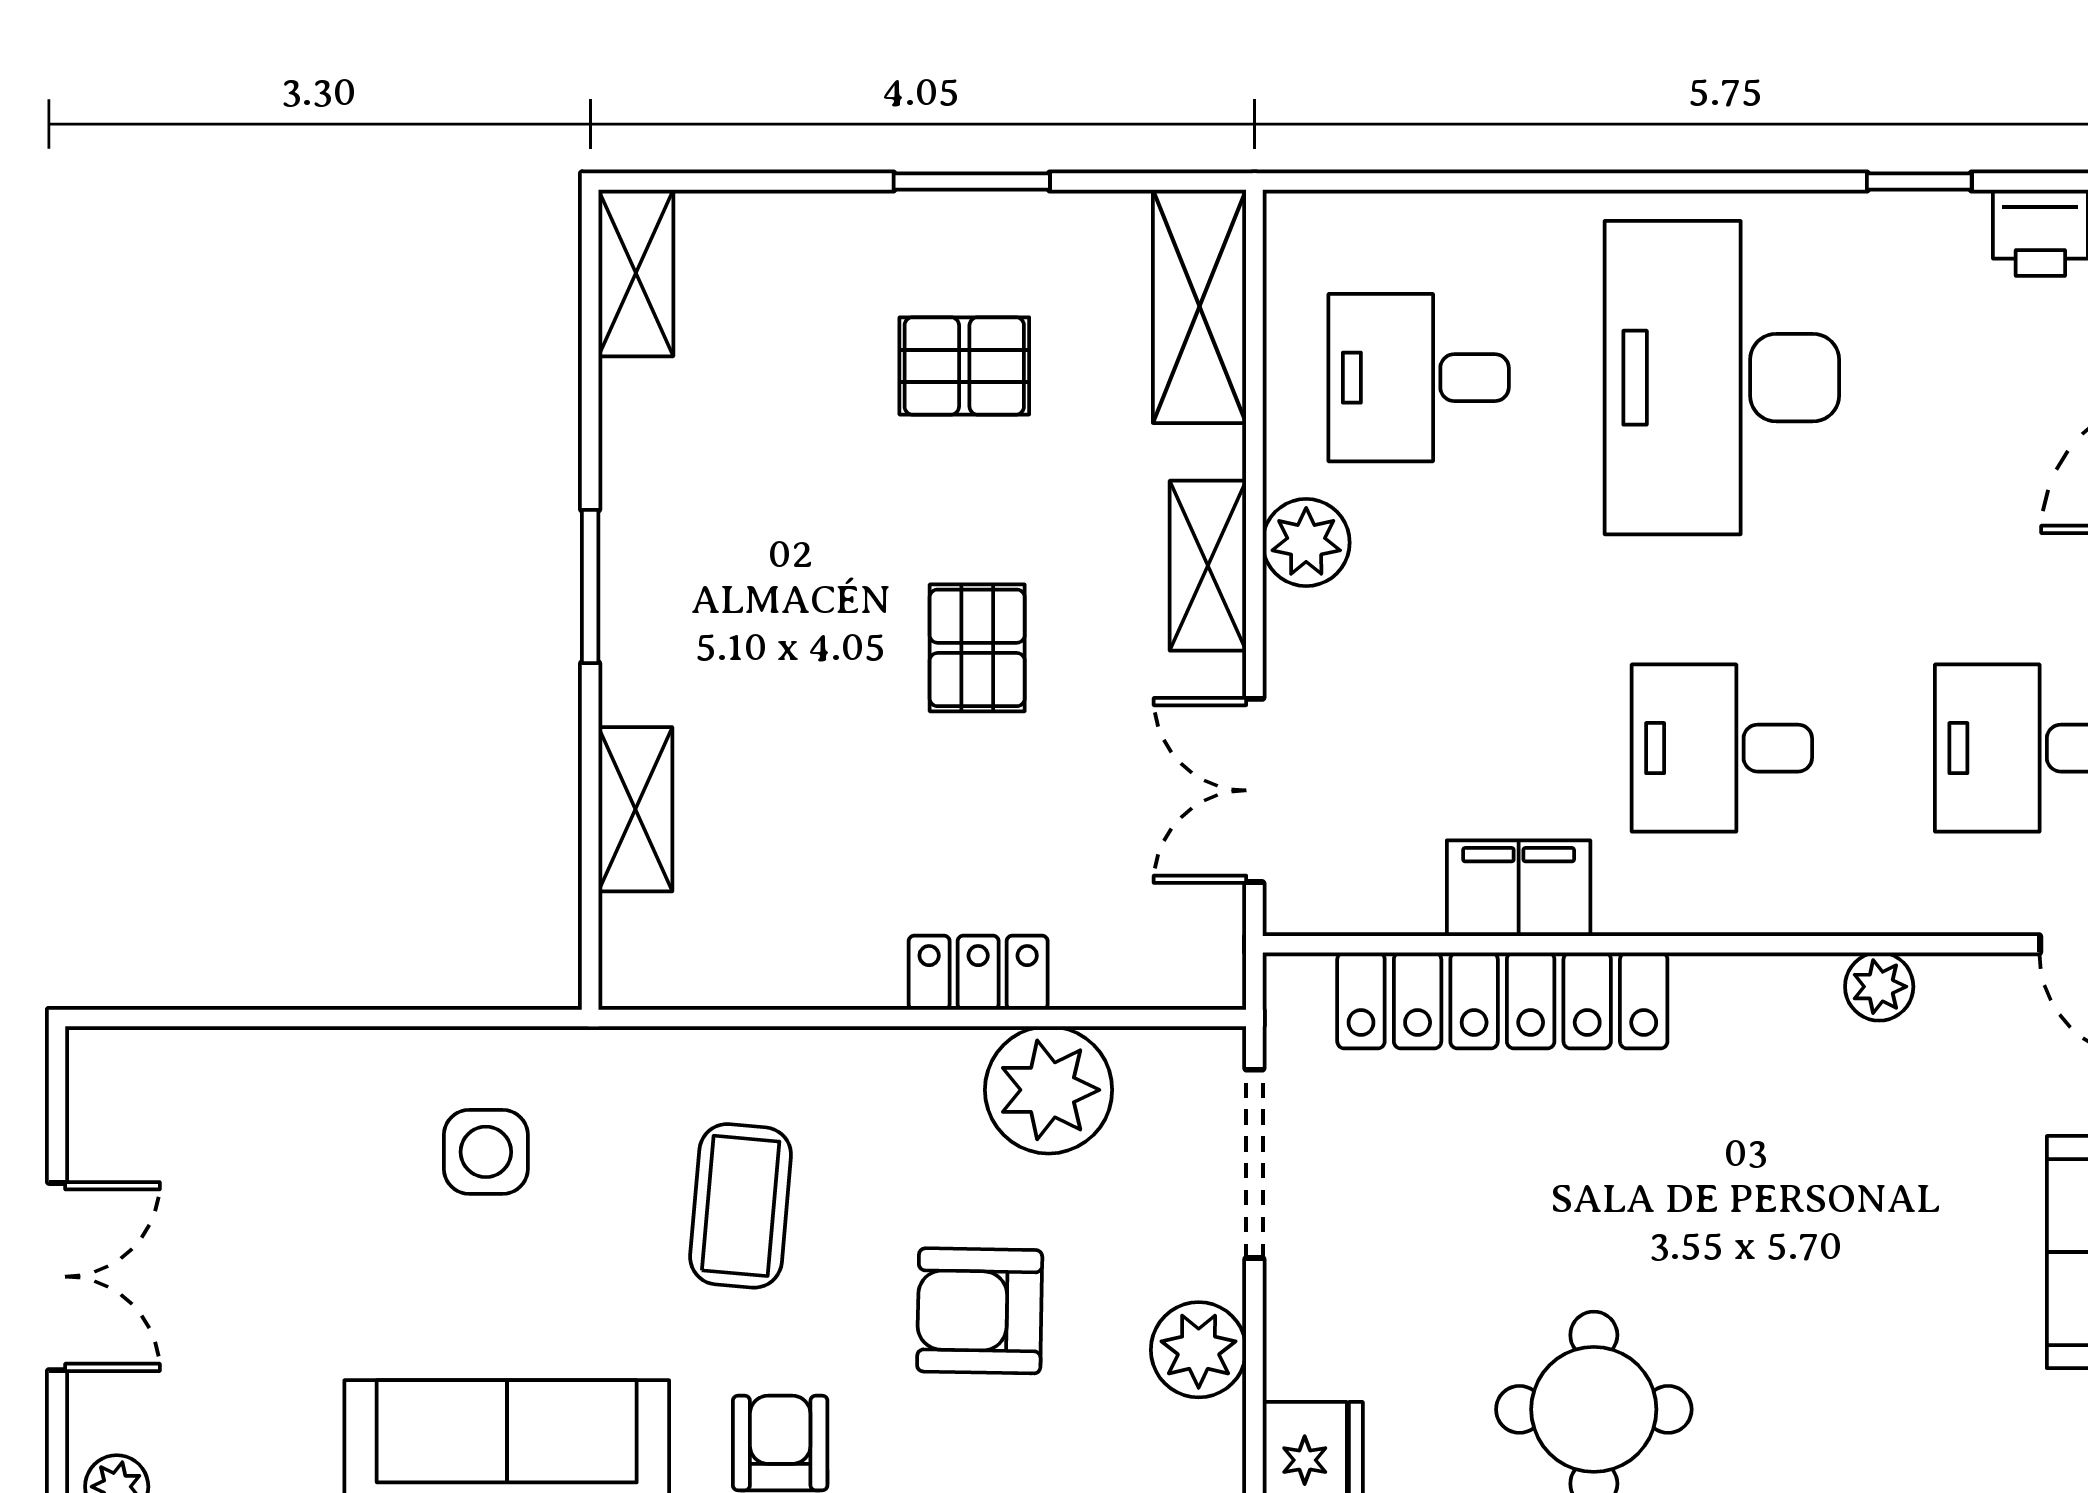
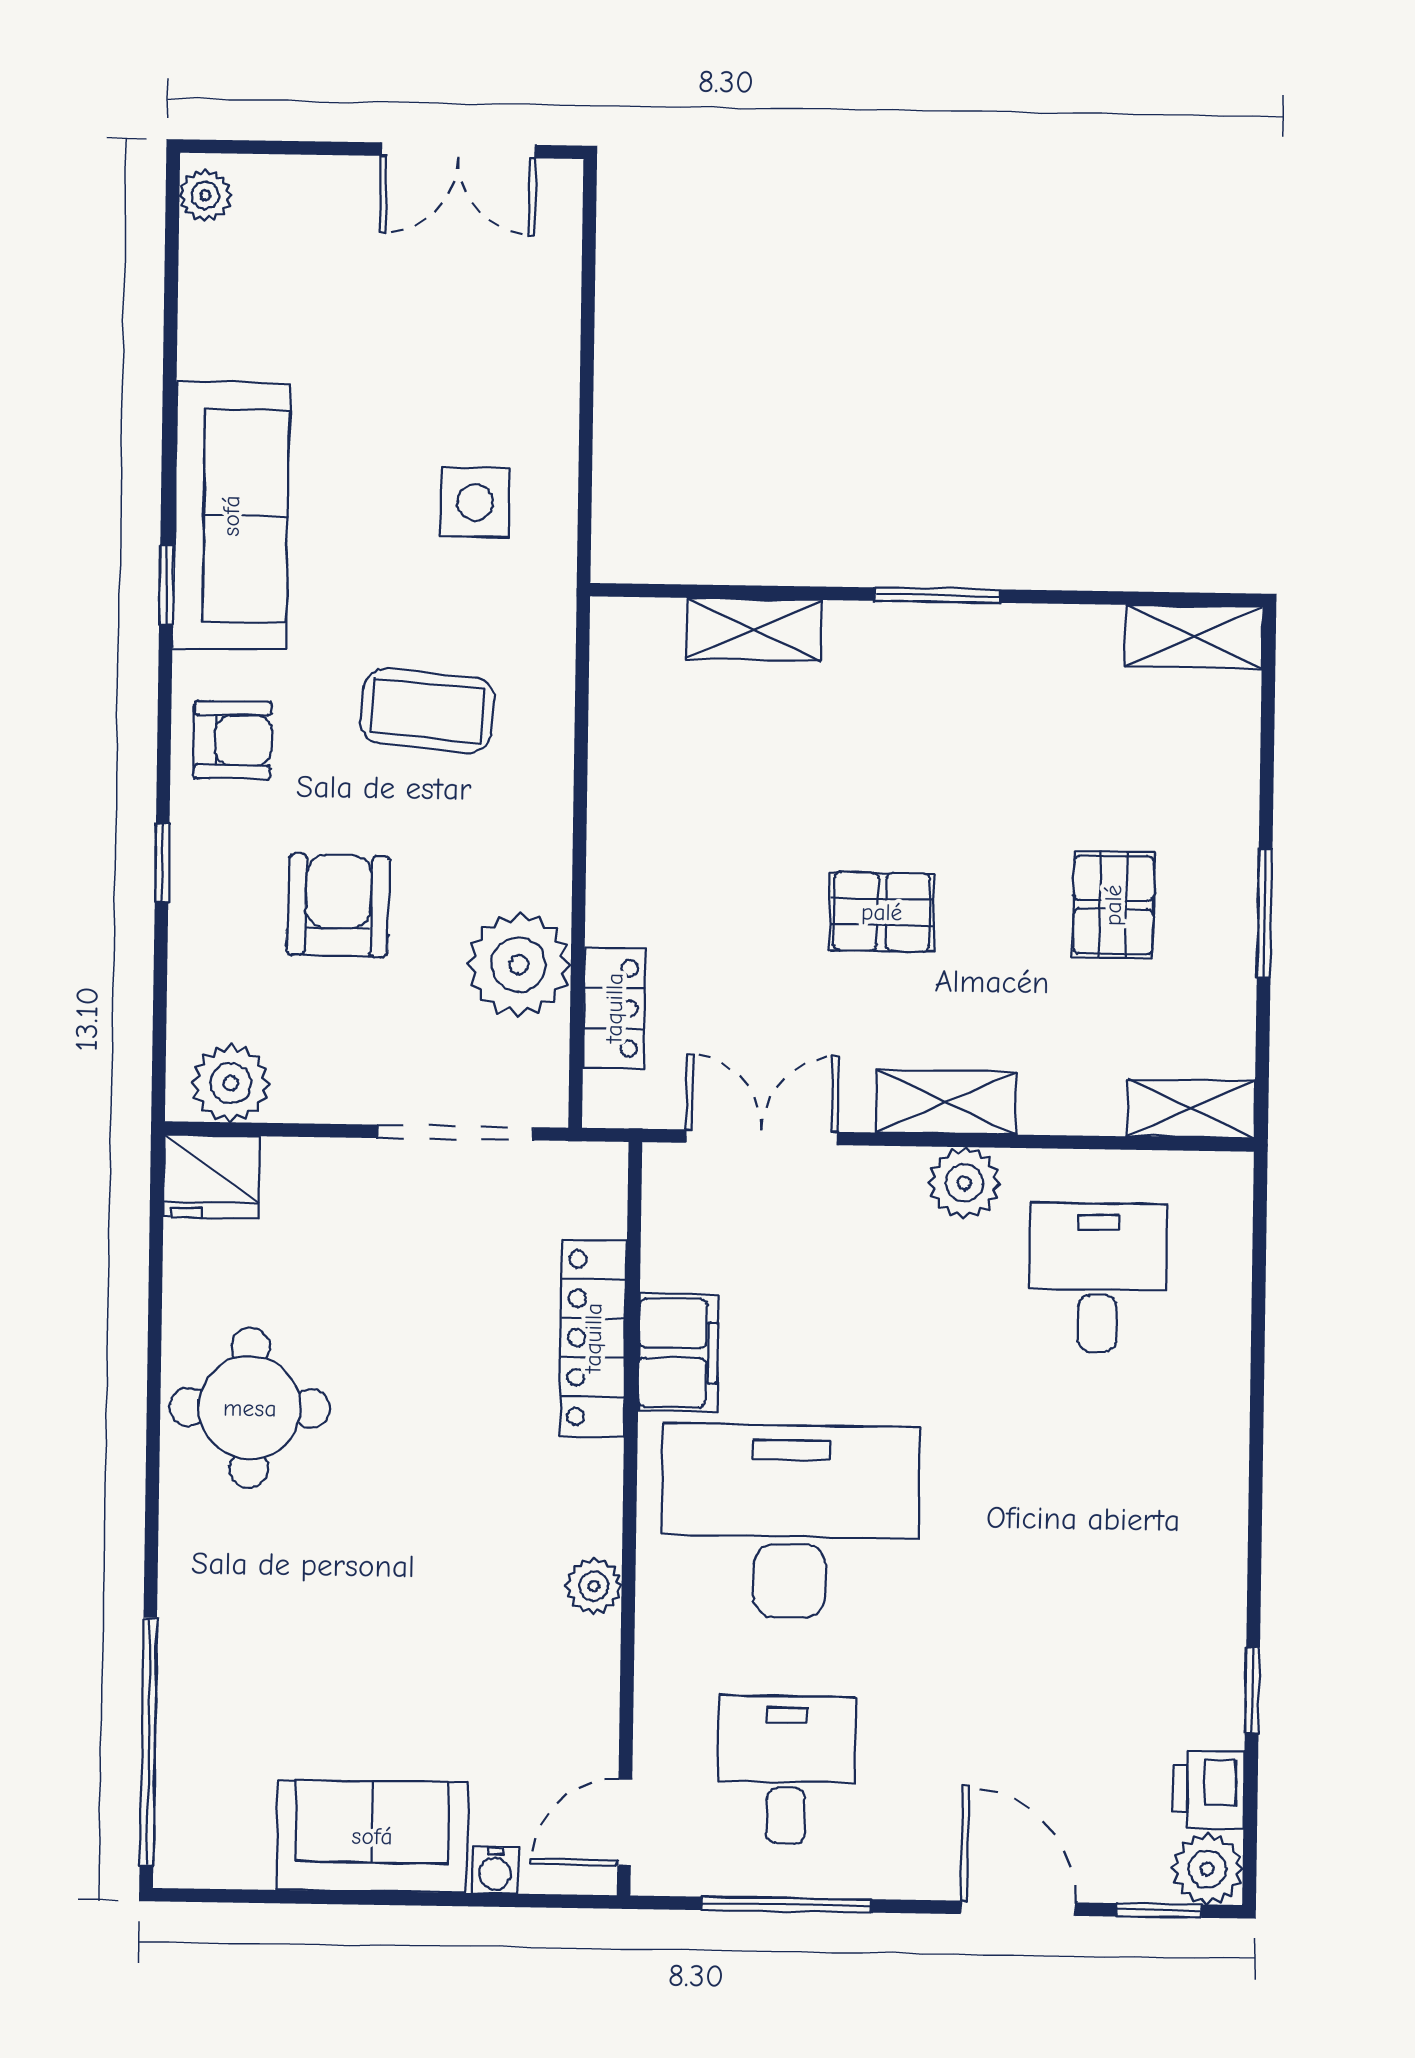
shelving: (1200, 306) -> (1191, 1109), width x0.67, depth x0.75
desk: (1722, 378) -> (1094, 1526), removed
desk: (1722, 748) -> (790, 1521), width x1.87, depth x1.30
locker: (978, 973) -> (614, 1008), moved
plant: (1879, 987) -> (594, 1586), moved
locker: (1502, 1000) -> (593, 1338), width x0.71, depth x0.83
double door: (57, 1277) -> (458, 150), moved
plant: (1199, 1350) -> (231, 1083), moved

